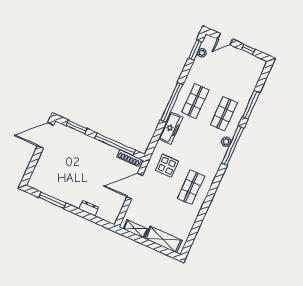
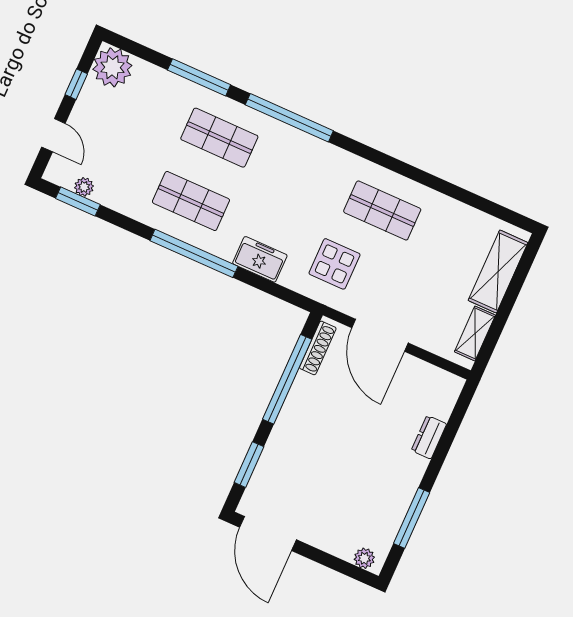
freezer: (171, 128) -> (260, 259), width x0.71
plant: (226, 142) -> (112, 67), moved, width x1.88, depth x1.88
plant: (34, 179) -> (364, 558), added

